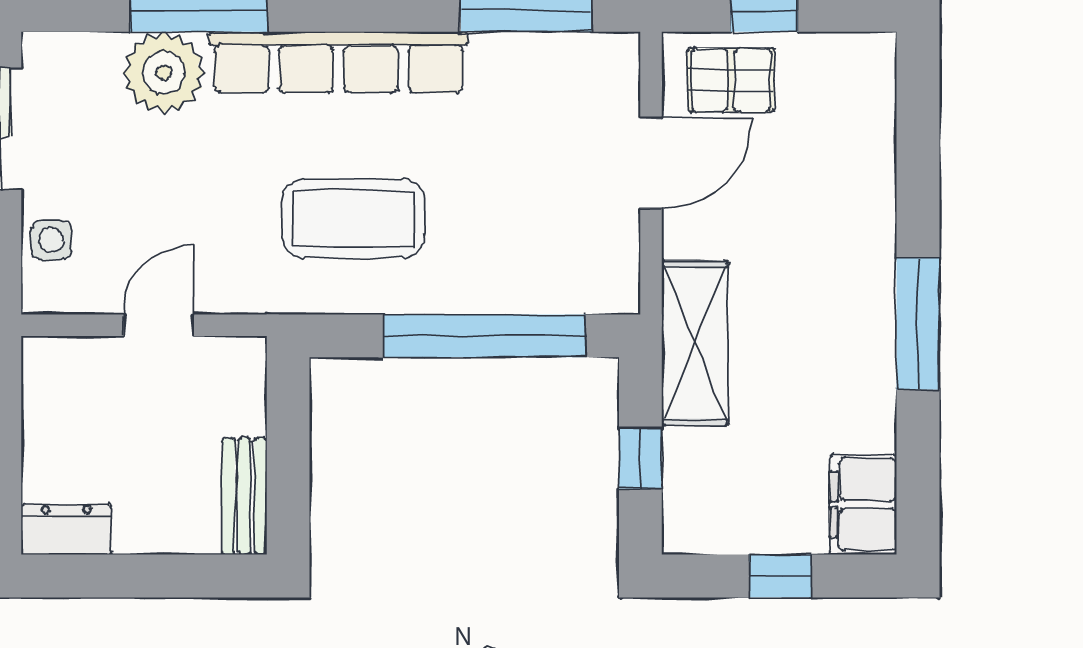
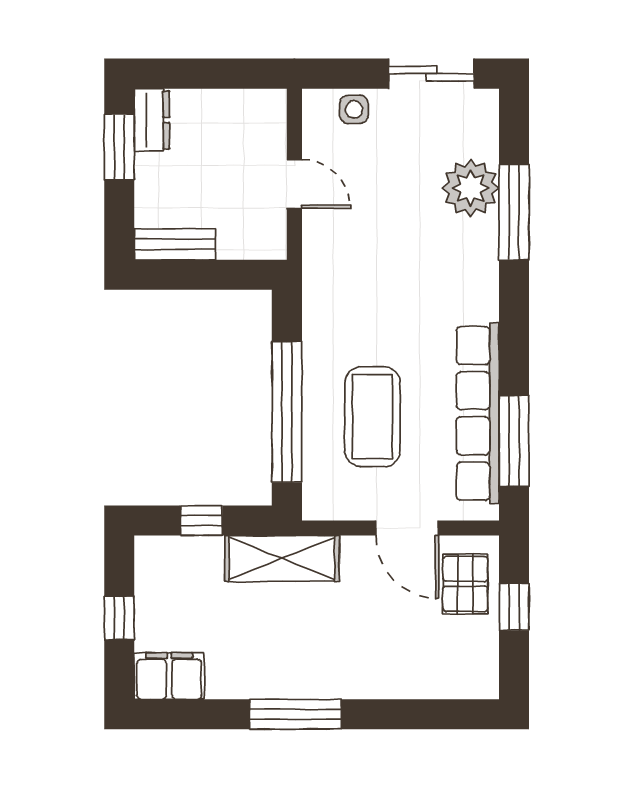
row of seats: (339, 62) -> (478, 413), moved
coffee table: (353, 219) -> (373, 417), moved
window: (105, 576) -> (119, 147), added

